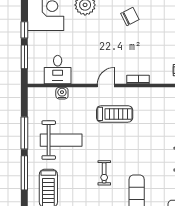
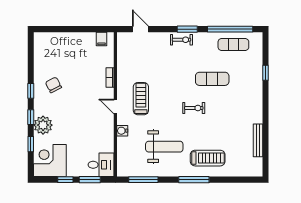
desk: (58, 70) -> (101, 165), moved
water cooler: (62, 93) -> (122, 131), moved
window: (24, 133) -> (143, 180), moved
weight bench: (61, 140) -> (164, 147), turned 90

